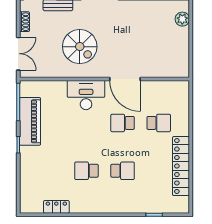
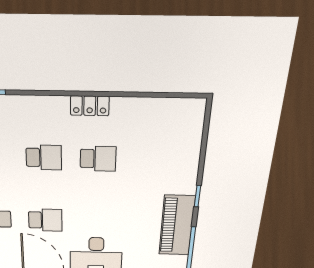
school desk: (123, 171) -> (44, 158), turned 180
locker: (56, 207) -> (90, 106), moved

